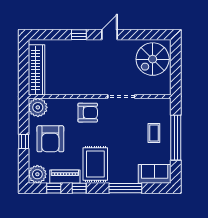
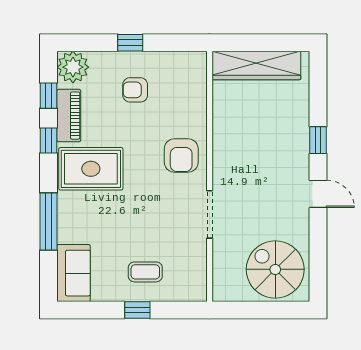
plant: (38, 107) -> (190, 68), removed
window: (176, 138) -> (137, 310), width x0.32
armchair: (50, 139) -> (135, 90), width x0.53, depth x0.53

